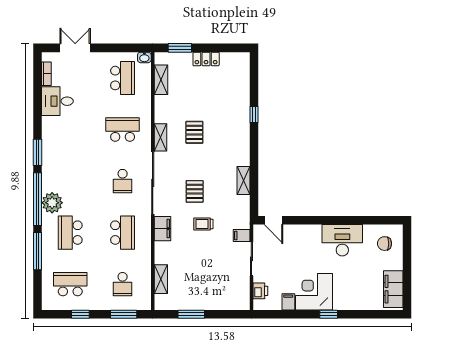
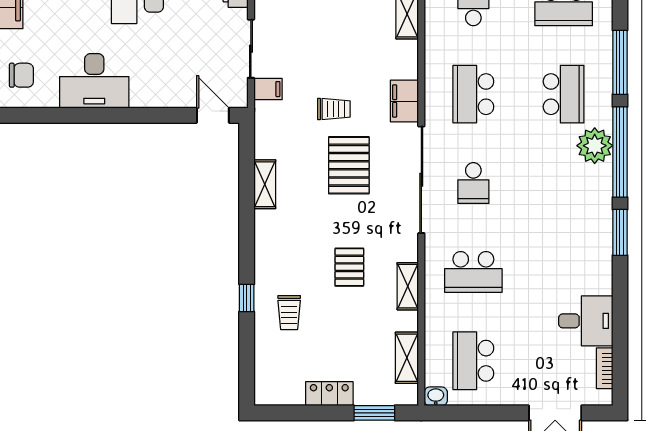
trolley: (229, 106) -> (289, 313), added
shelving: (161, 137) -> (408, 286), moved
school desk: (123, 181) -> (473, 183), turned 180
pallet: (195, 191) -> (349, 165), width x1.50, depth x1.42

